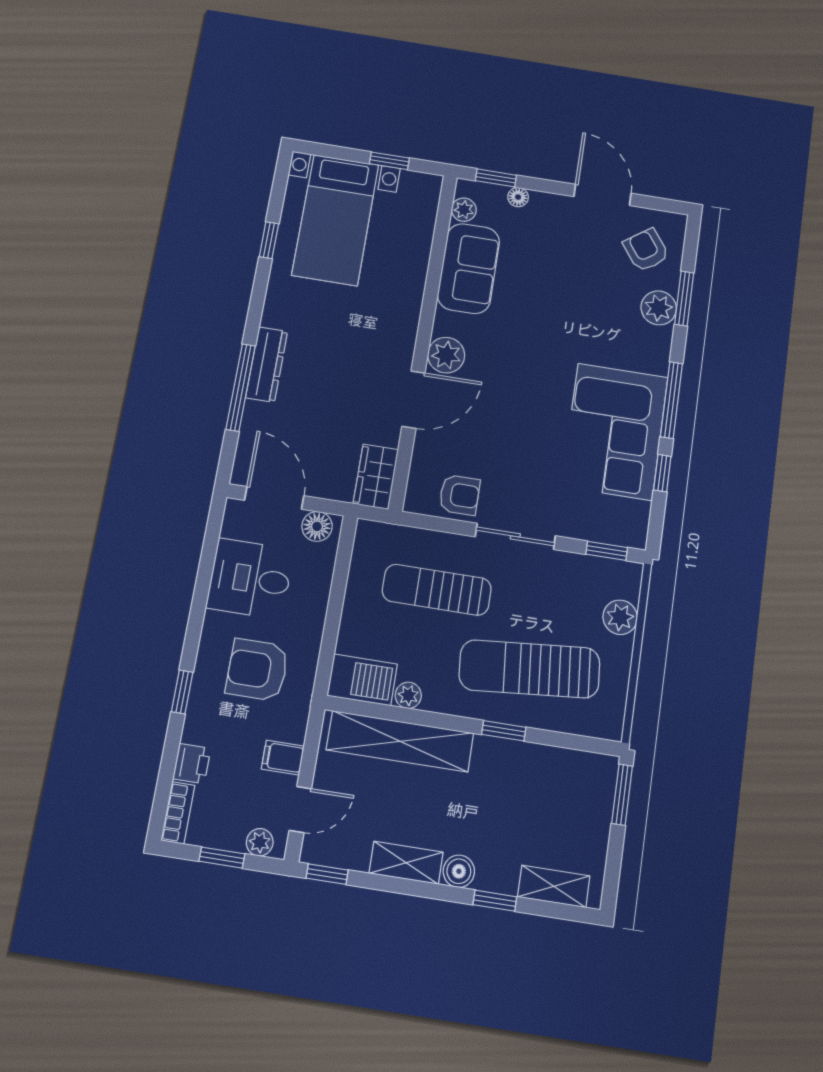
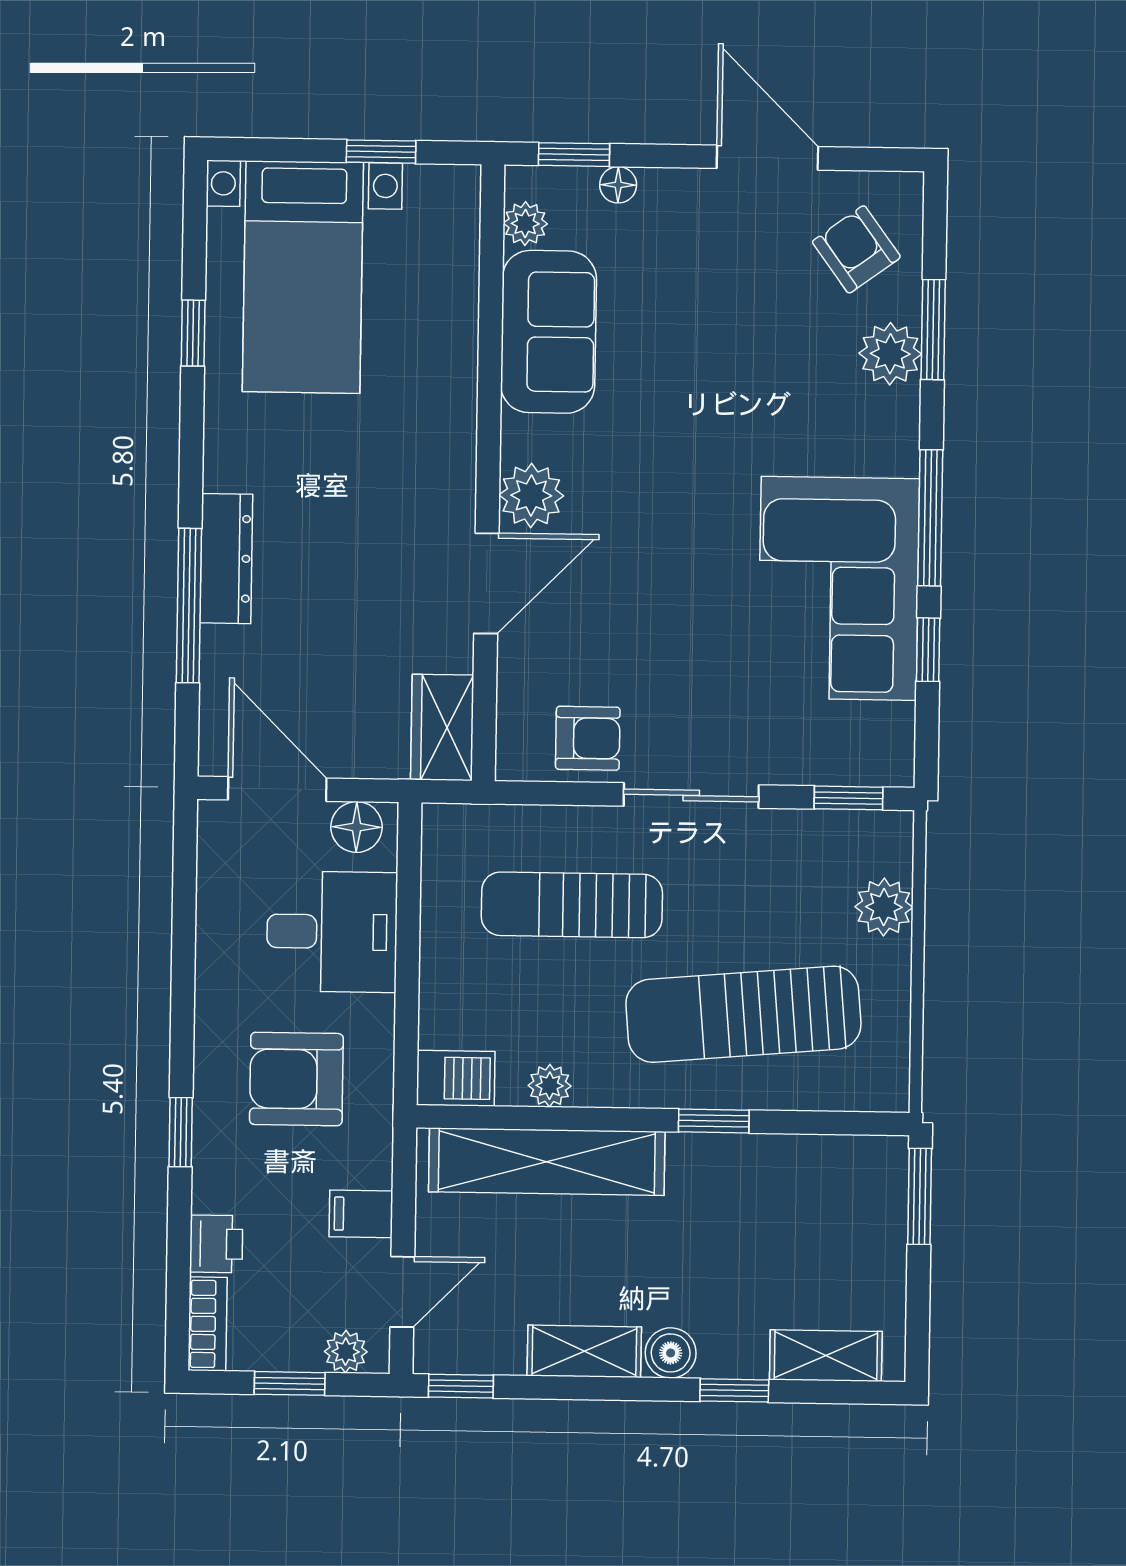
desk: (250, 579) -> (332, 932), moved, turned 180
barbecue: (362, 680) -> (456, 1078), width x0.73, depth x0.79

